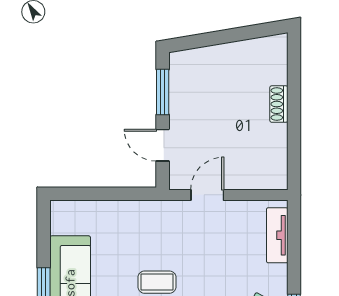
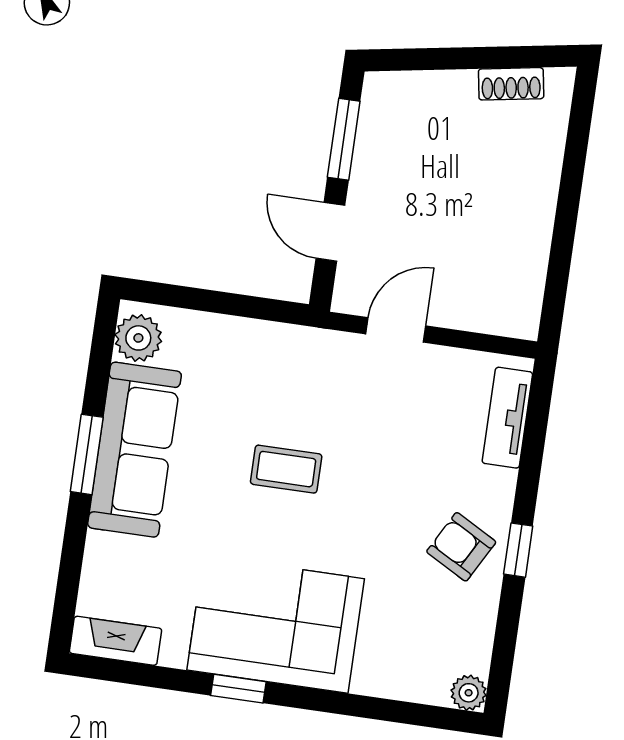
shoe rack: (279, 104) -> (511, 84), moved, turned -99
plant: (63, 220) -> (138, 338), added

